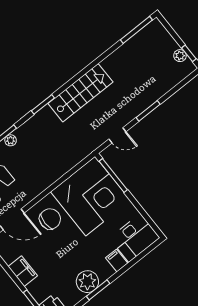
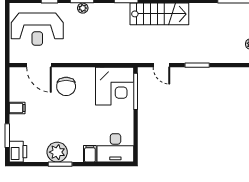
corner desk: (90, 196) -> (115, 86), width x0.74, depth x0.74
chair: (50, 219) -> (66, 86), turned 90
filing cabinet: (23, 271) -> (17, 108), width x0.50

